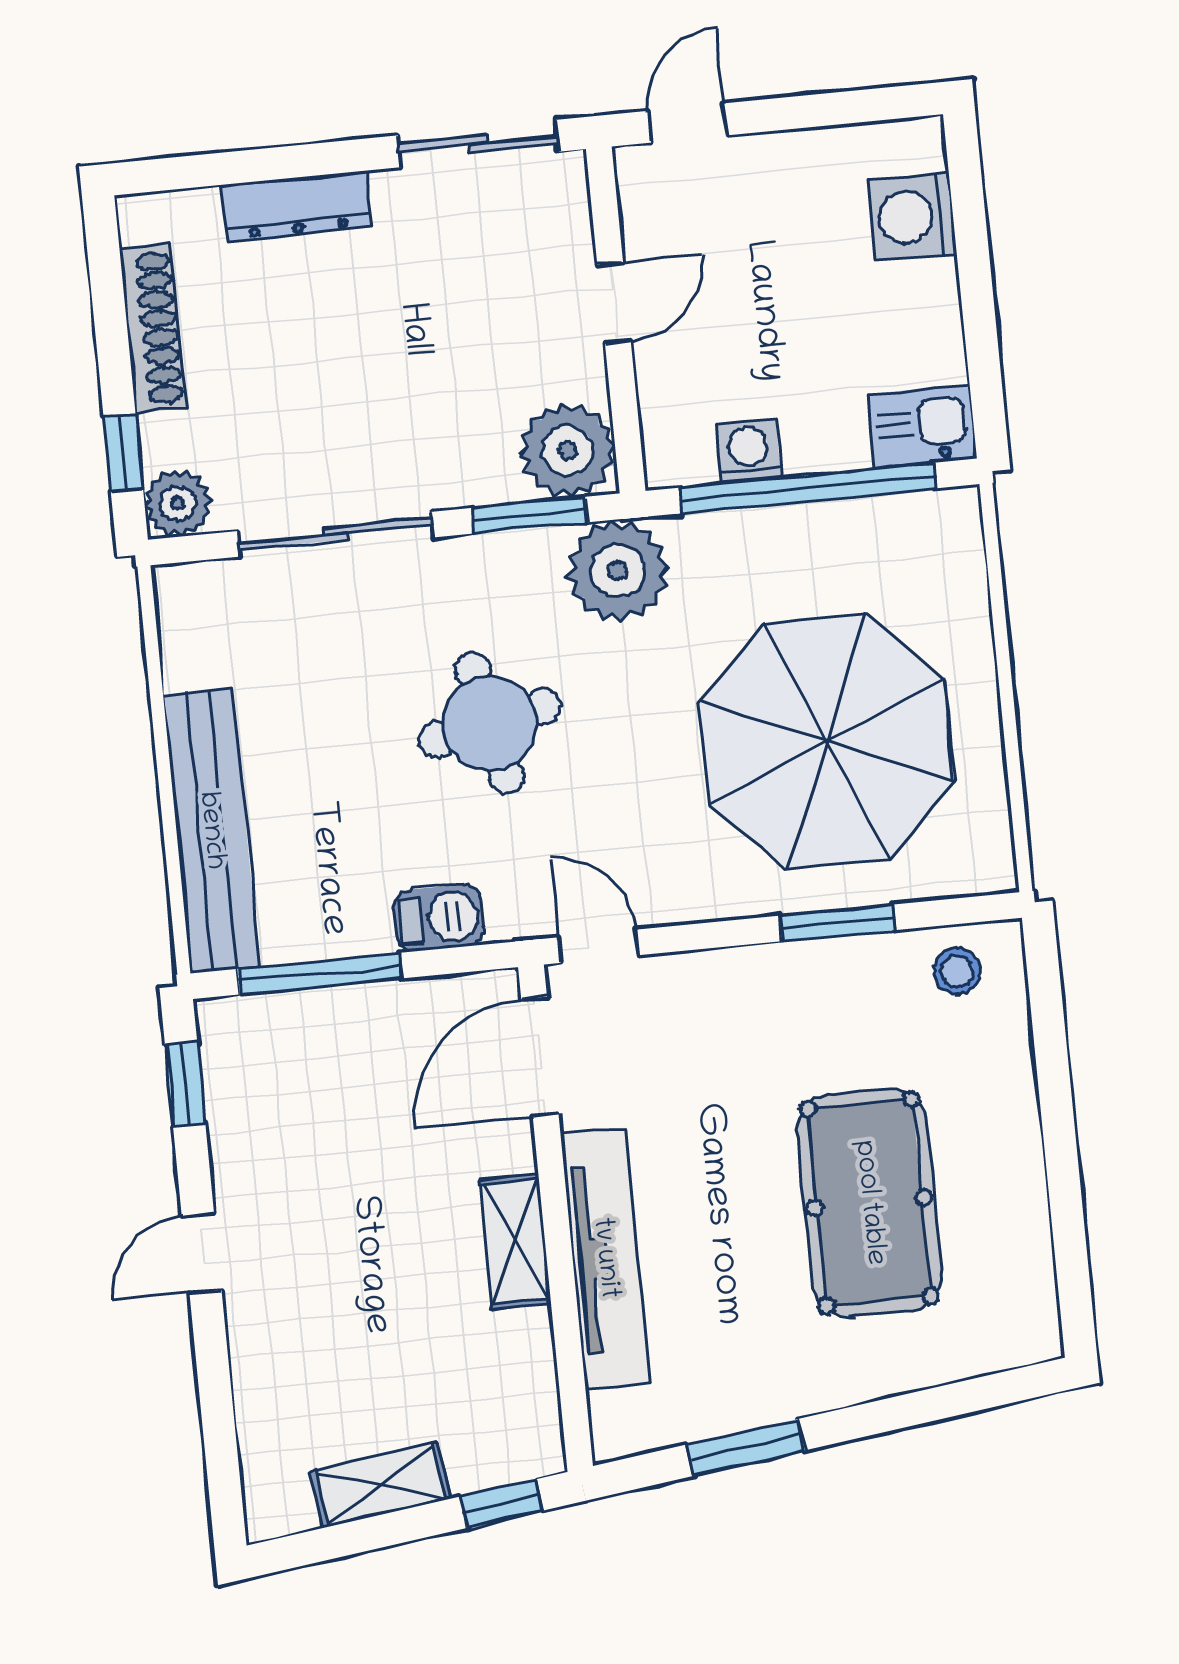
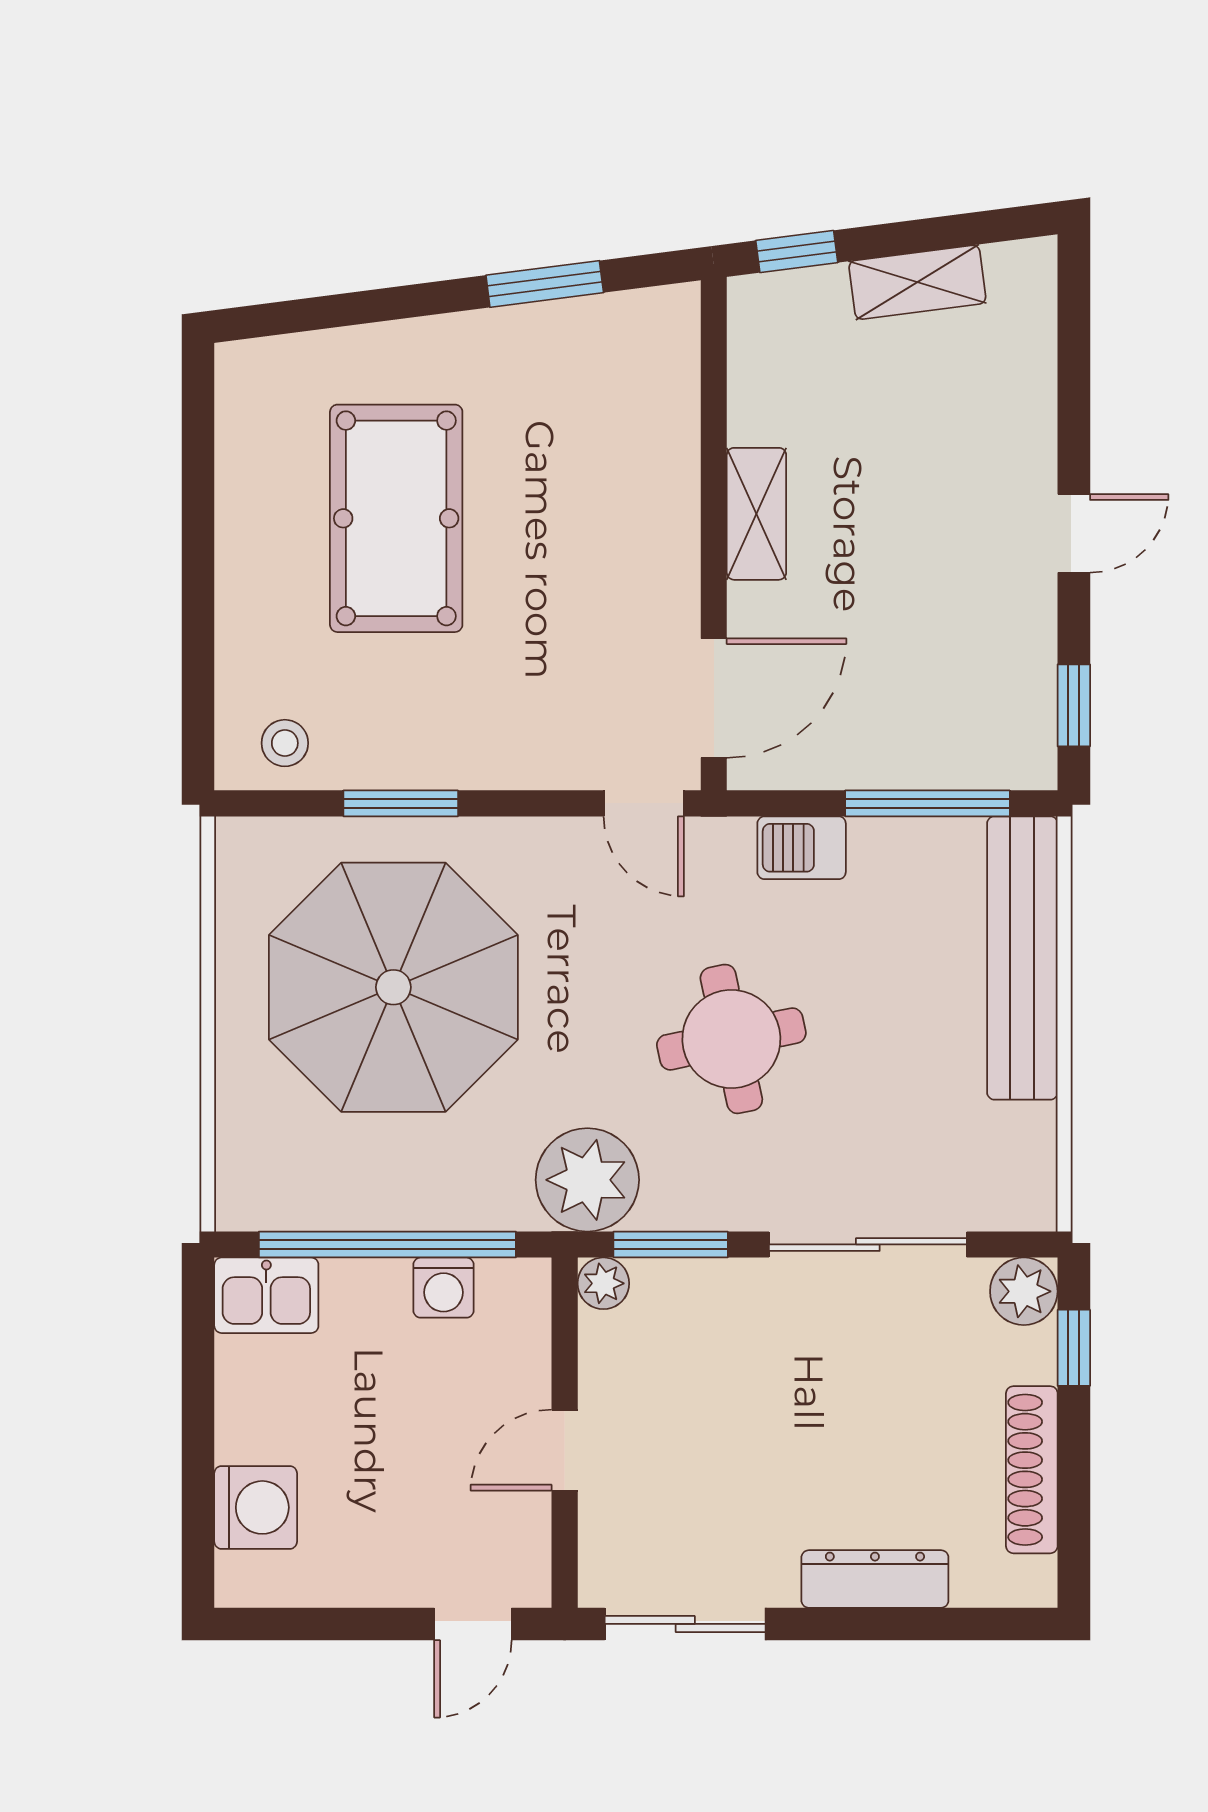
plant: (567, 451) -> (603, 1283), width x0.53, depth x0.53
tv unit: (605, 1258) -> (668, 488), removed

